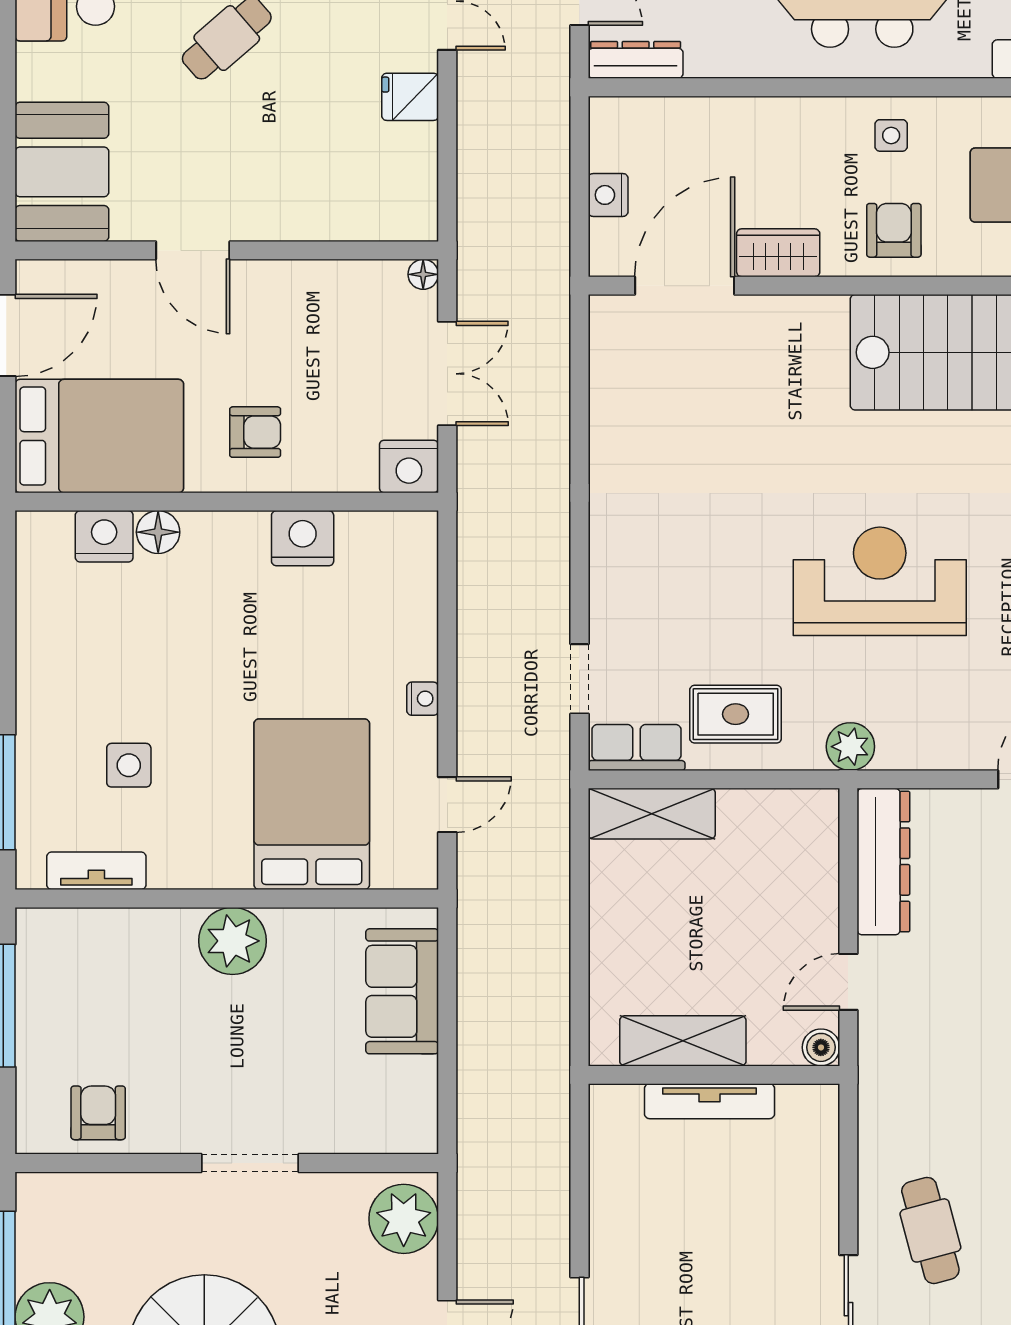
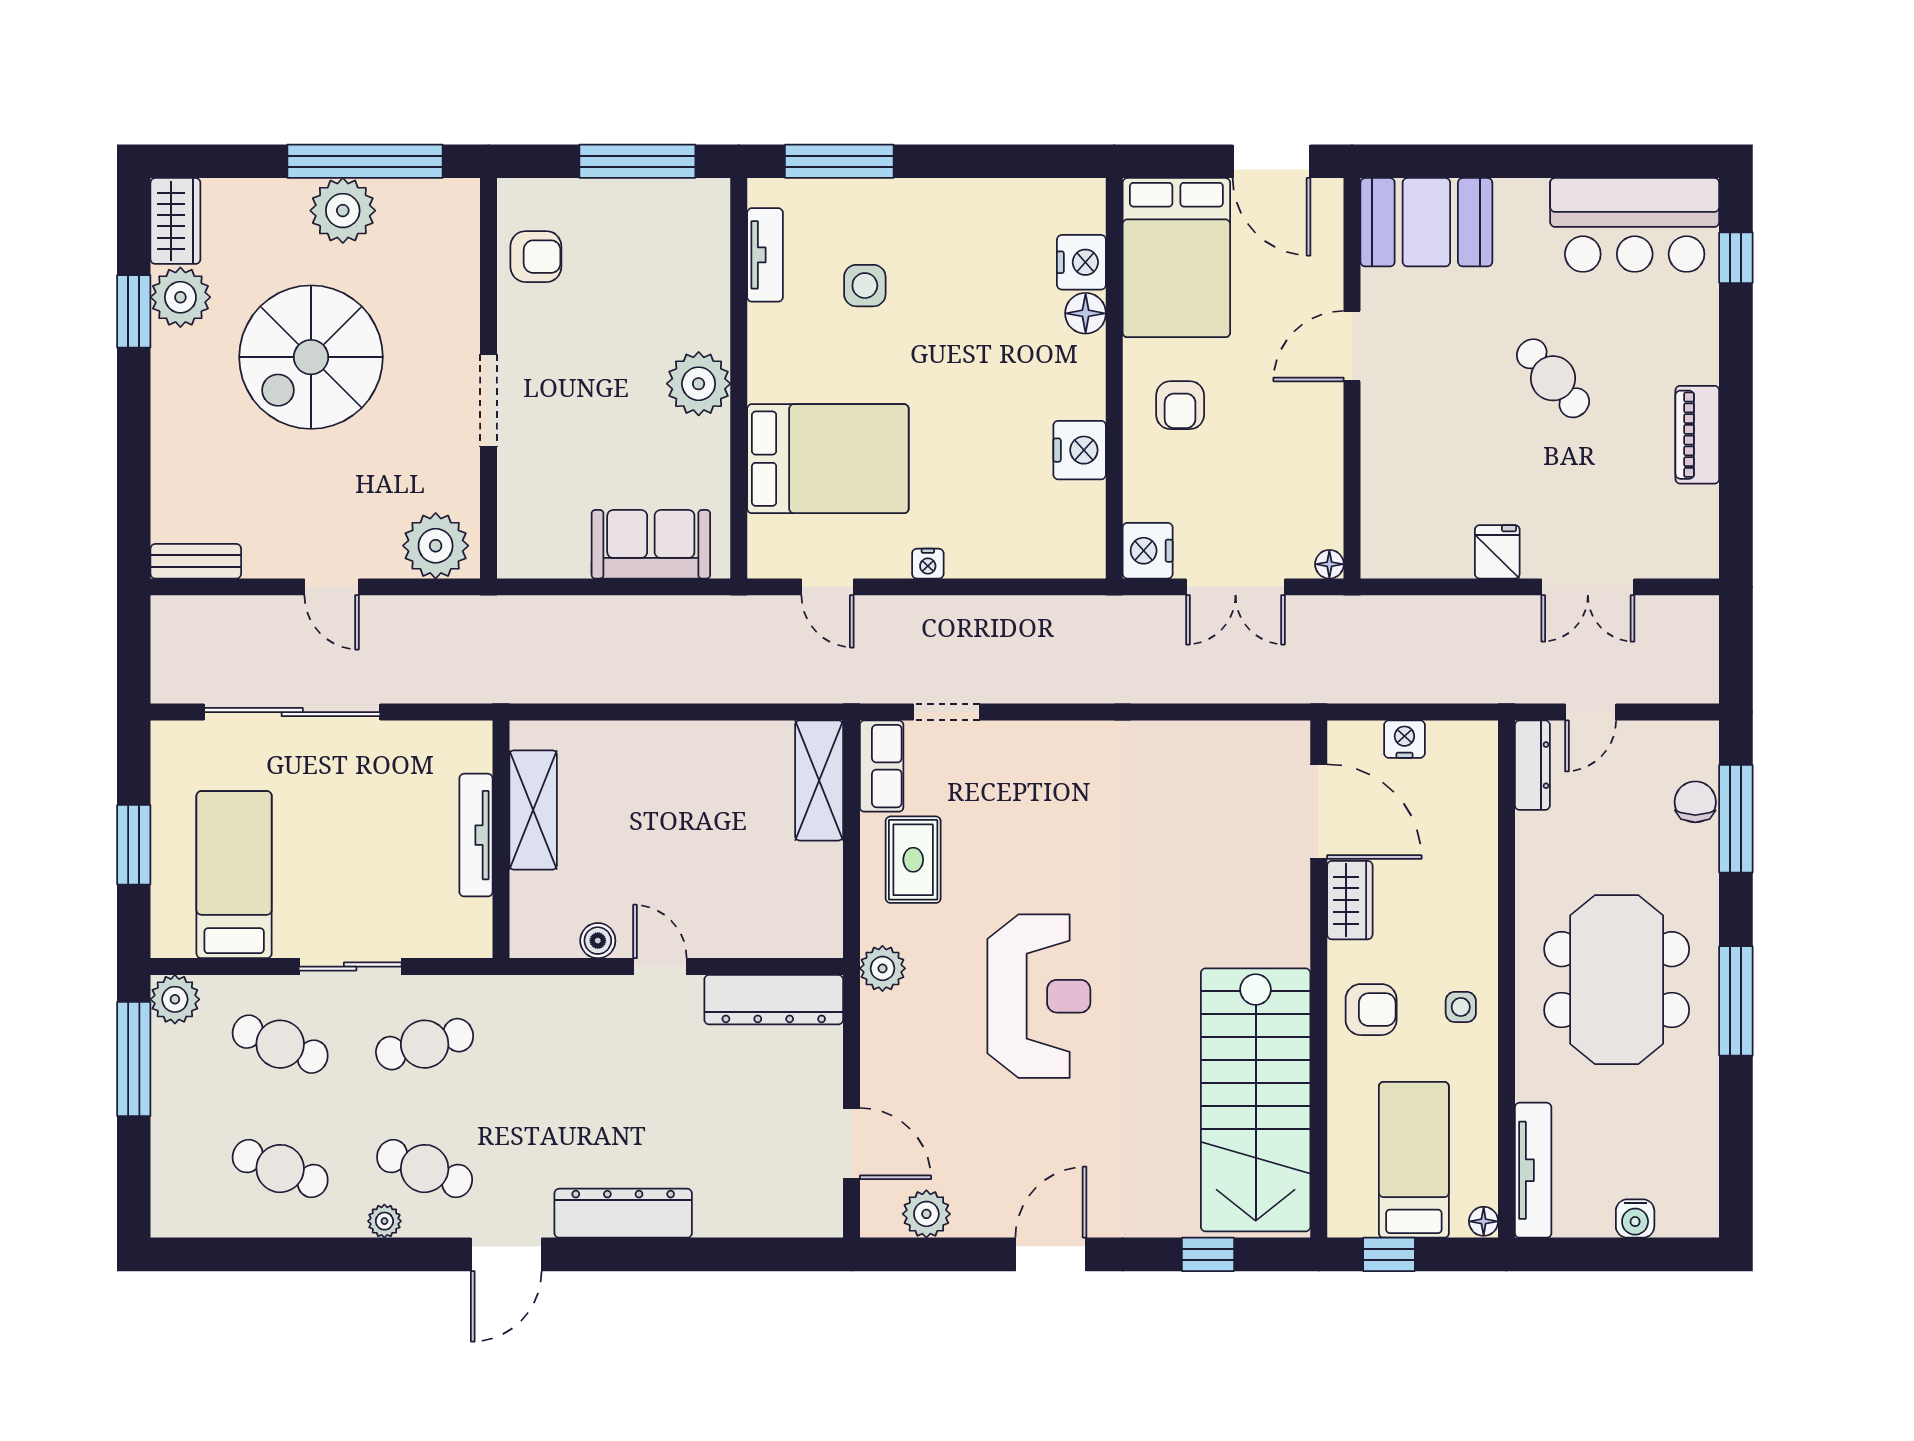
shelving: (683, 1041) -> (533, 810), moved
wall: (714, 1075) -> (501, 839), moved
tv unit: (709, 1101) -> (476, 835), moved

